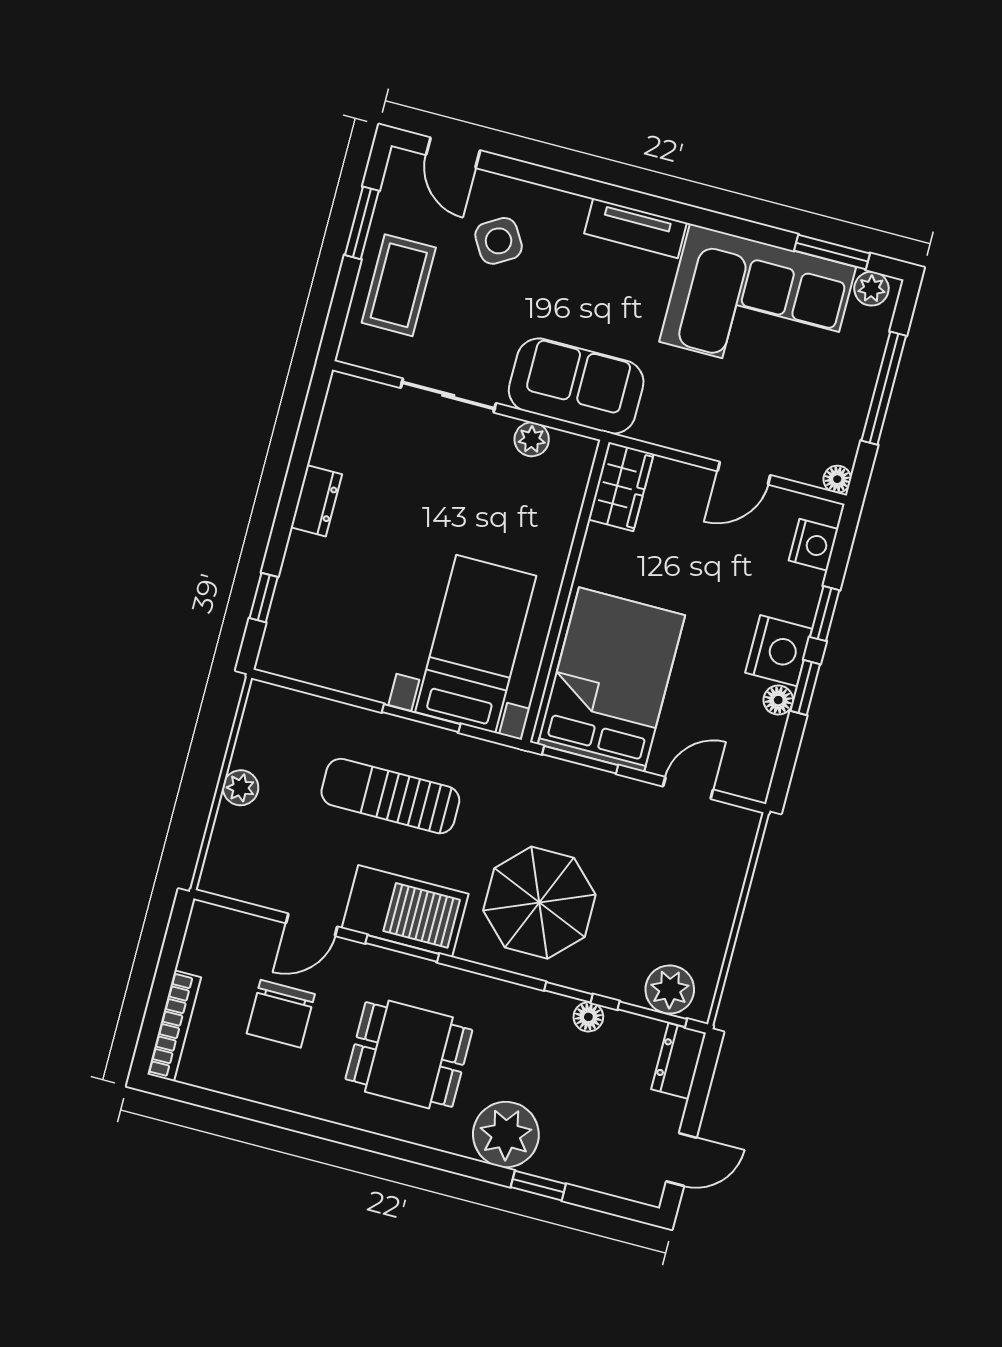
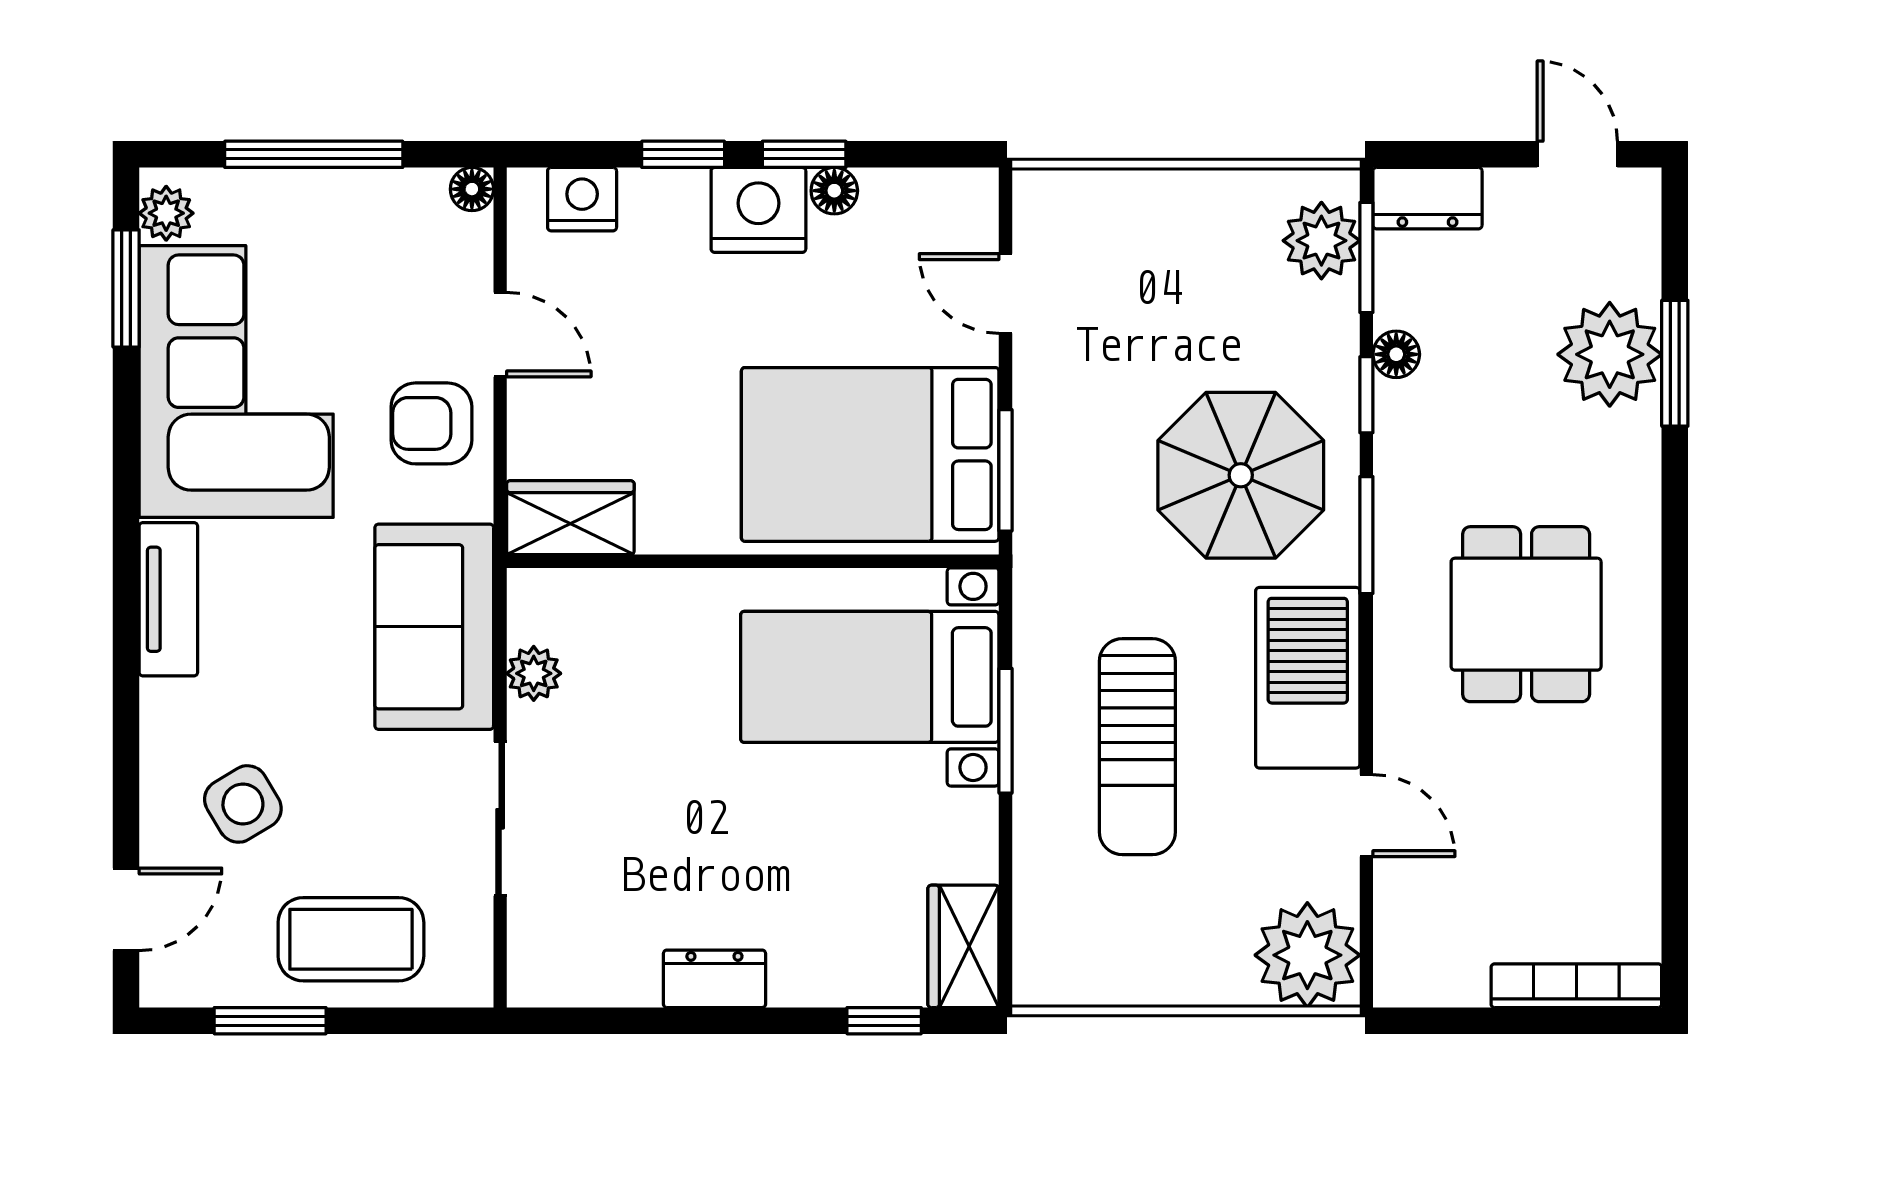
armchair: (701, 417) -> (431, 423), added
wardrobe: (296, 658) -> (963, 946), added
plant: (241, 788) -> (1307, 955), moved, width x1.88, depth x1.88
window: (402, 949) -> (1366, 535), moved
chair: (281, 1014) -> (1515, 827), removed
plant: (506, 1135) -> (1610, 354), moved
window: (538, 1186) -> (1675, 363), width x1.50

